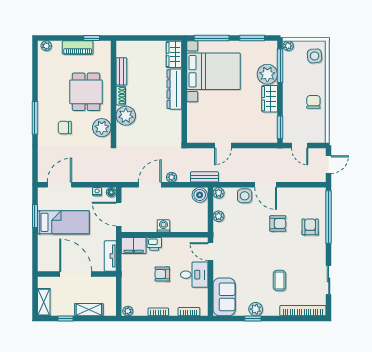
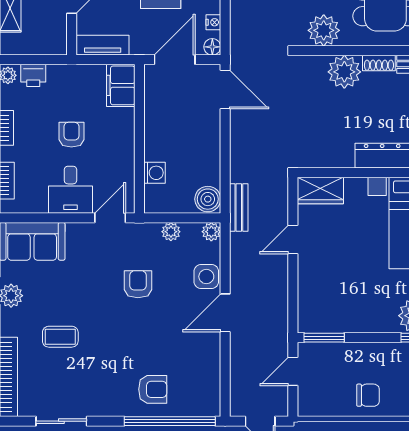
wardrobe: (270, 99) -> (320, 190), moved, turned 180
door: (223, 146) -> (293, 239), hinge flipped
plant: (172, 177) -> (238, 151), removed
door: (150, 185) -> (225, 89), moved
armchair: (278, 224) -> (138, 284), moved, turned 180
washing machine: (163, 226) -> (155, 173), moved
printer: (154, 244) -> (33, 75), moved, turned -90

